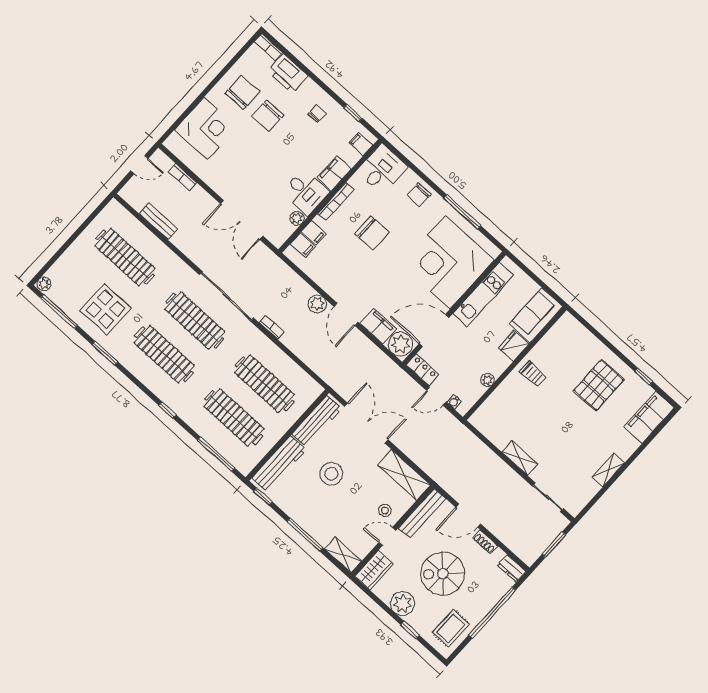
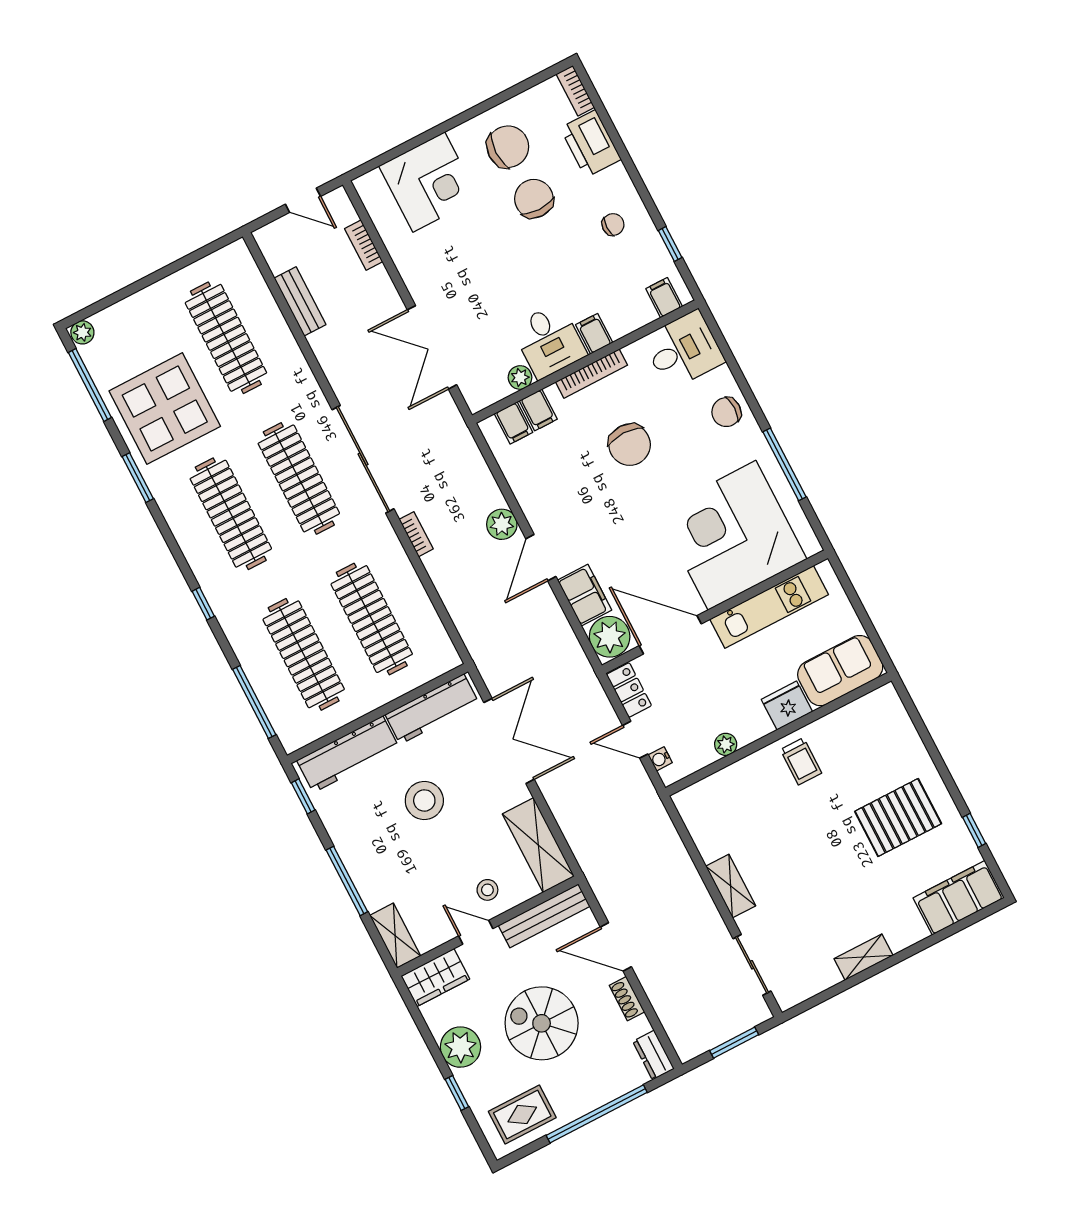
chair: (268, 116) -> (534, 199), turned 90
filing cabinet: (334, 173) -> (594, 334), width x0.50
display table: (106, 309) -> (165, 409), width x1.36, depth x1.36

